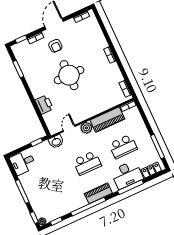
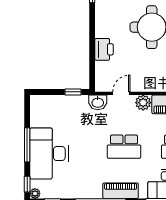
desk: (23, 162) -> (49, 154), moved, width x1.87, depth x1.30

